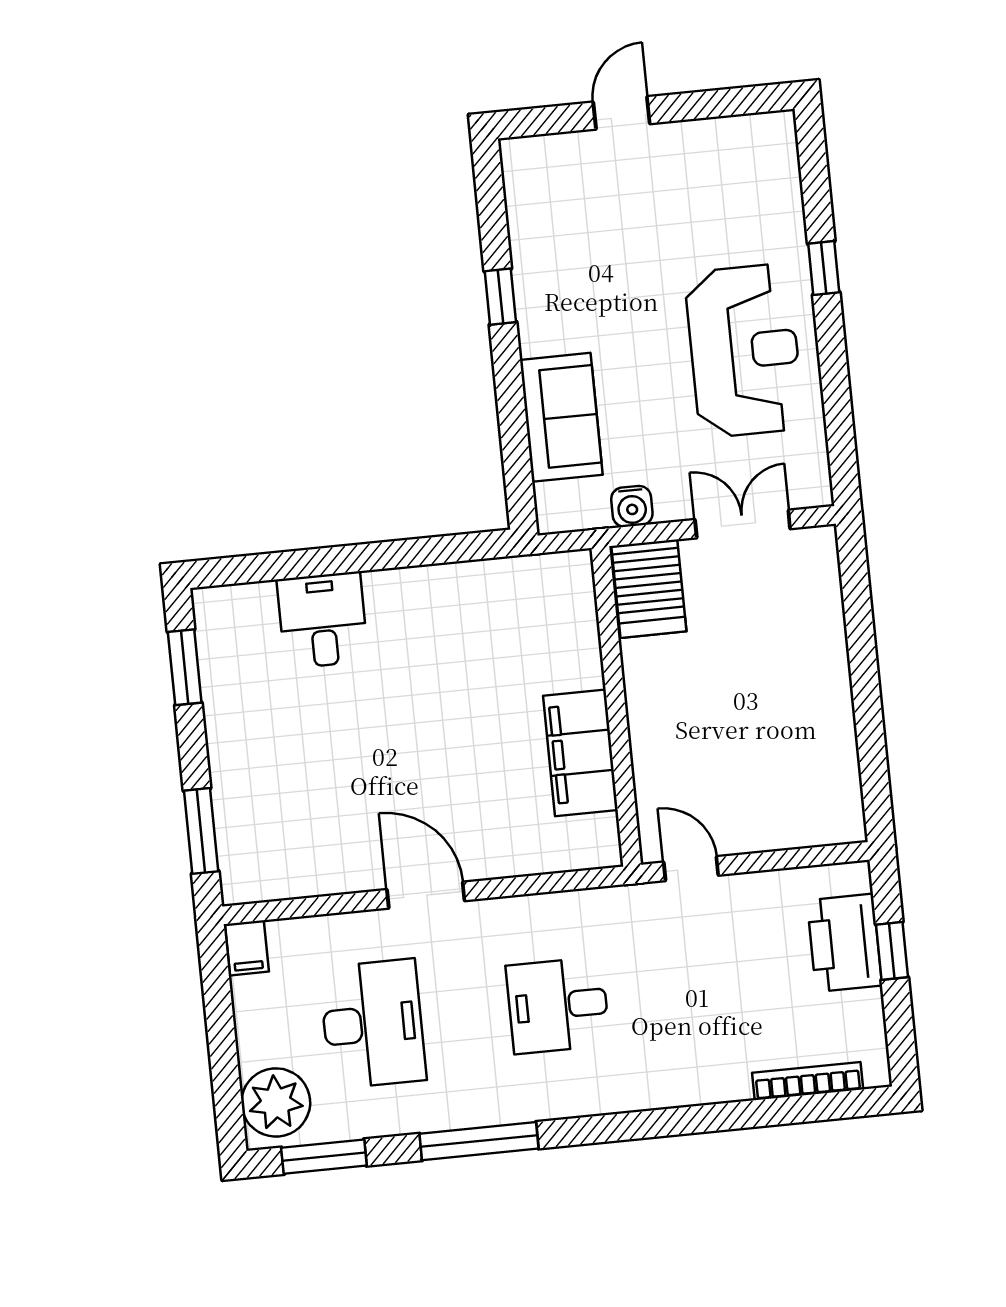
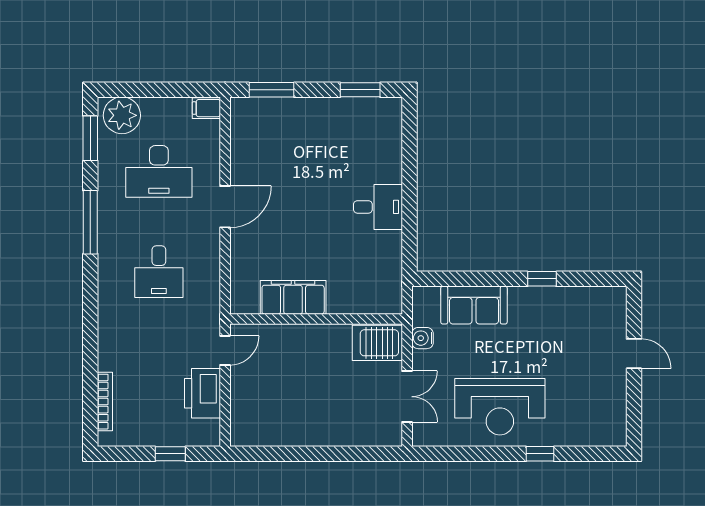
desk: (323, 620) -> (378, 207), moved
printer: (845, 943) -> (202, 393), moved, turned -90
desk: (558, 1005) -> (159, 272), turned 180

